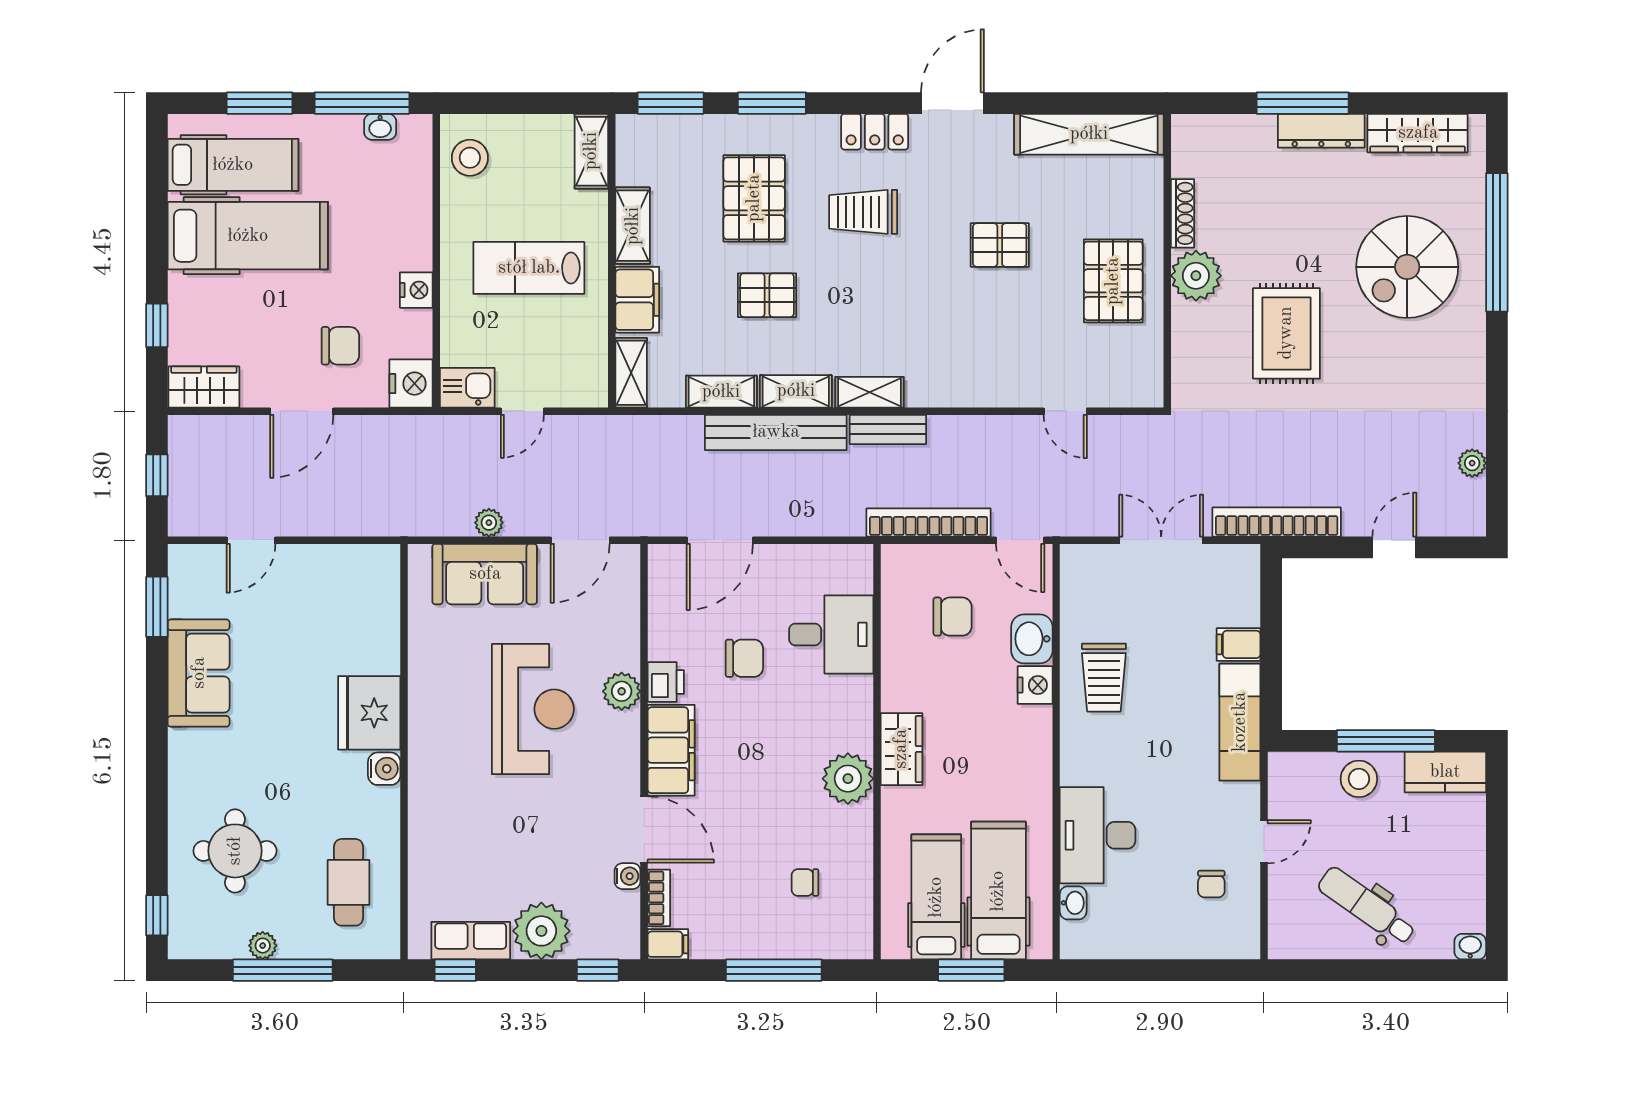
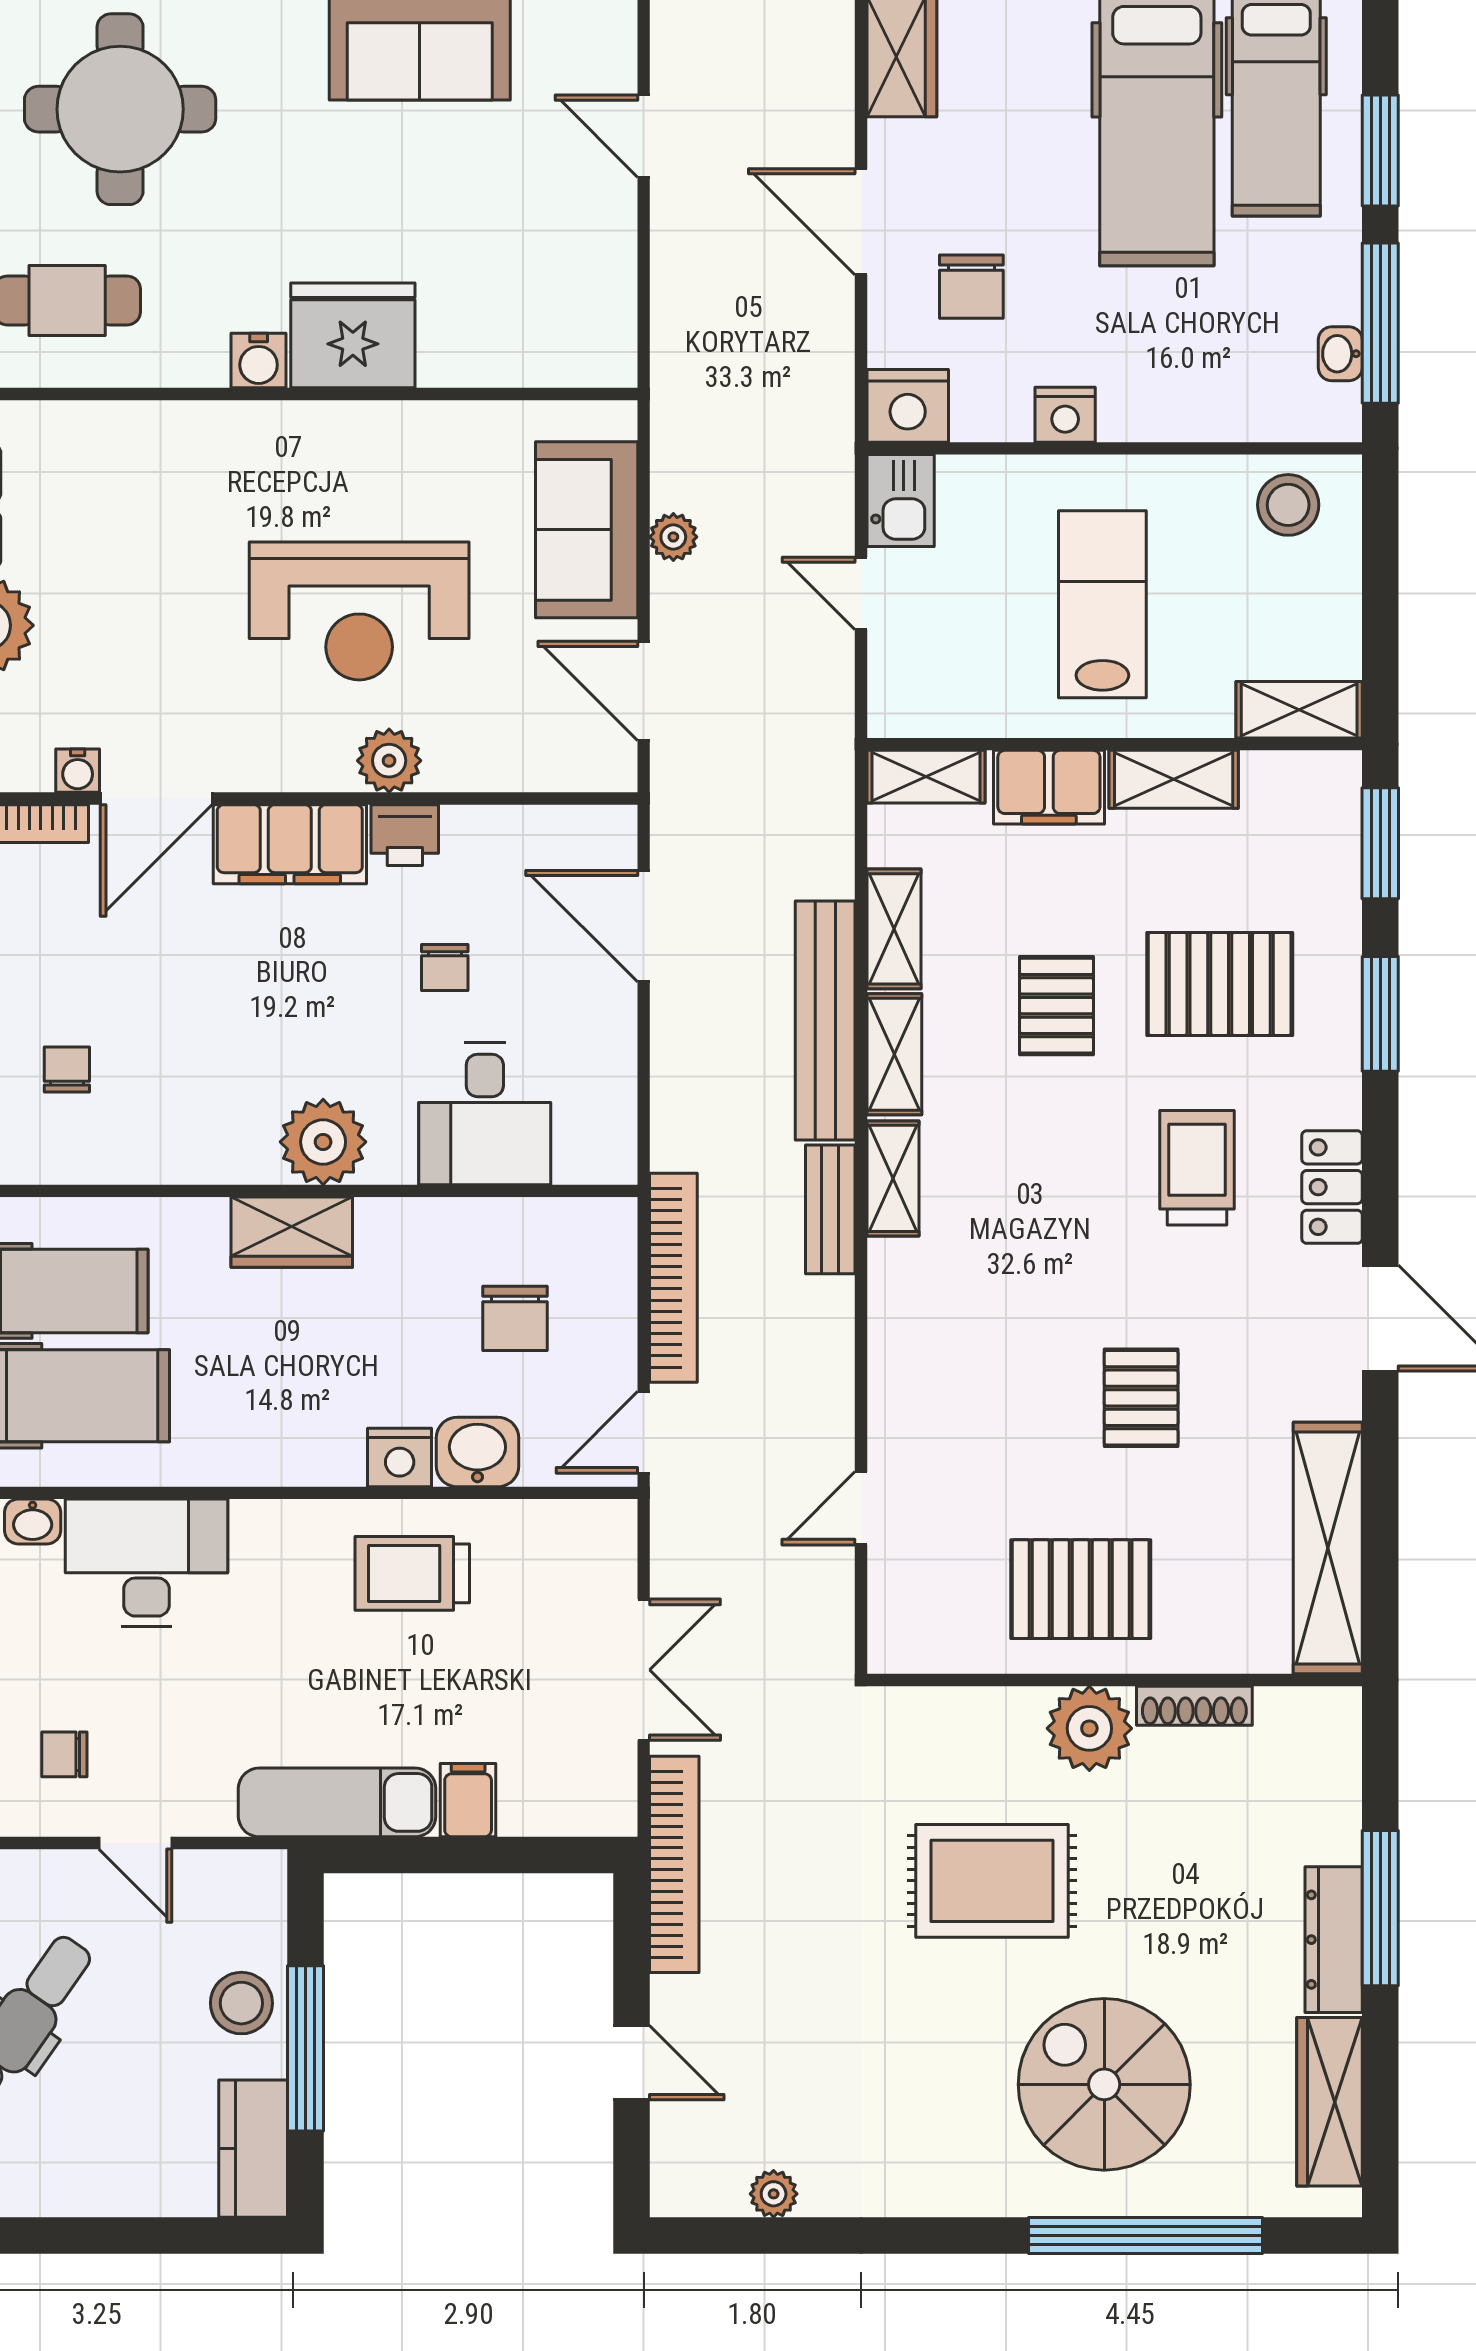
chair: (744, 658) -> (445, 968), width x0.73, depth x0.73
plant: (848, 779) -> (323, 1142), moved
round table: (235, 851) -> (120, 109), width x1.36, depth x1.36

